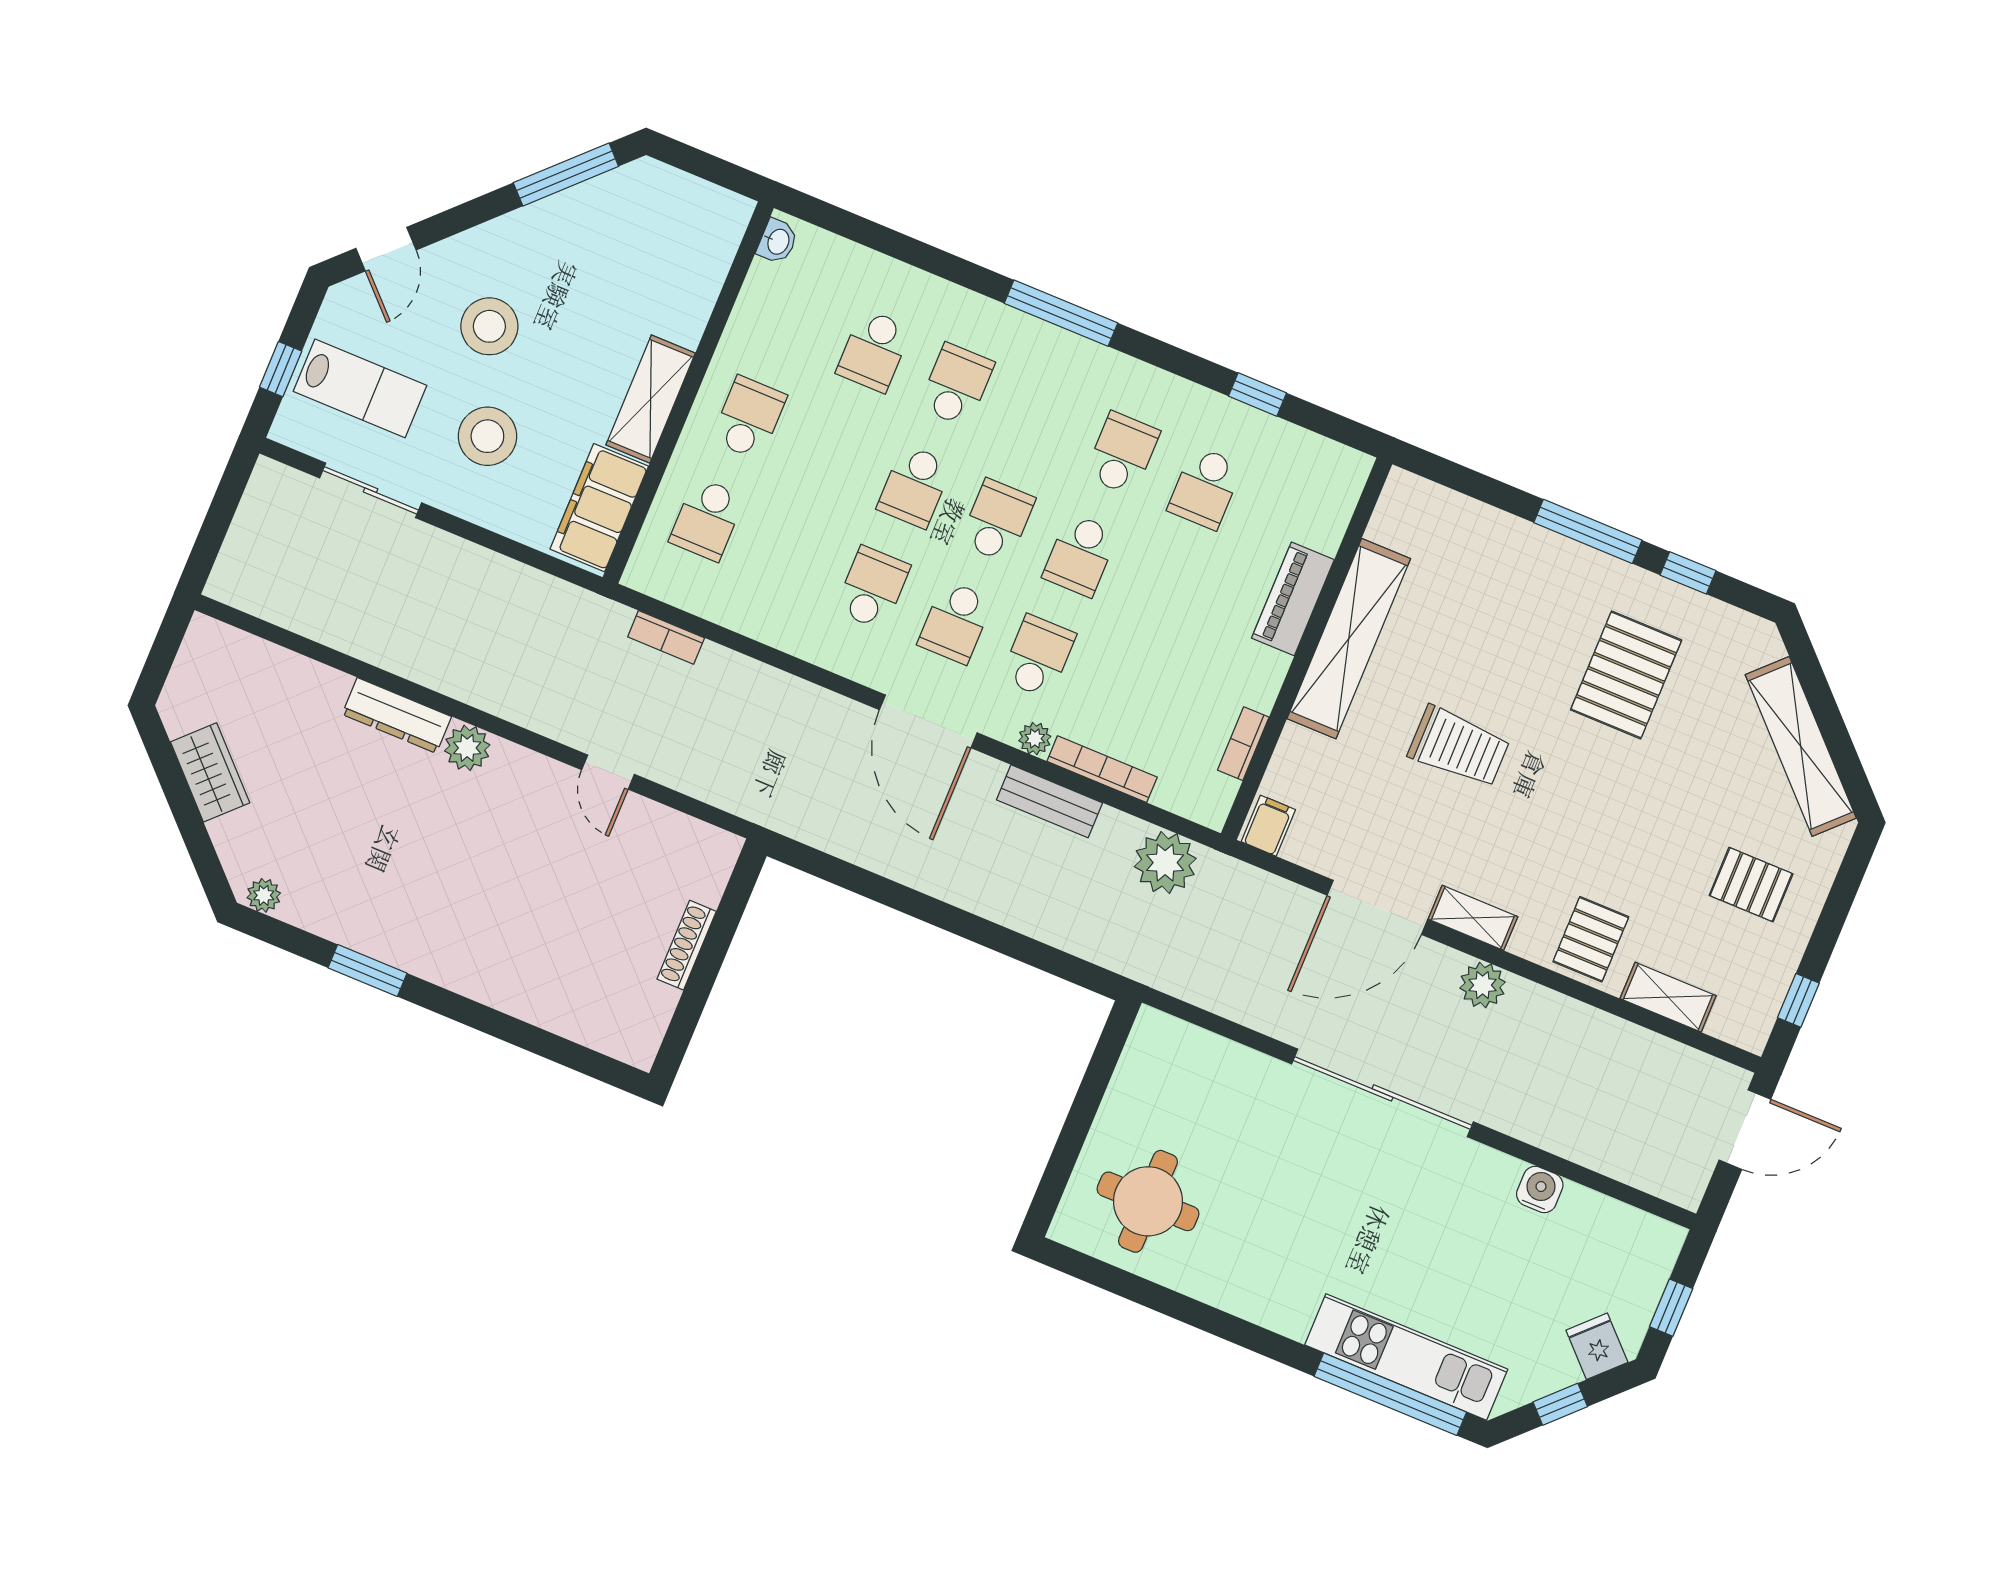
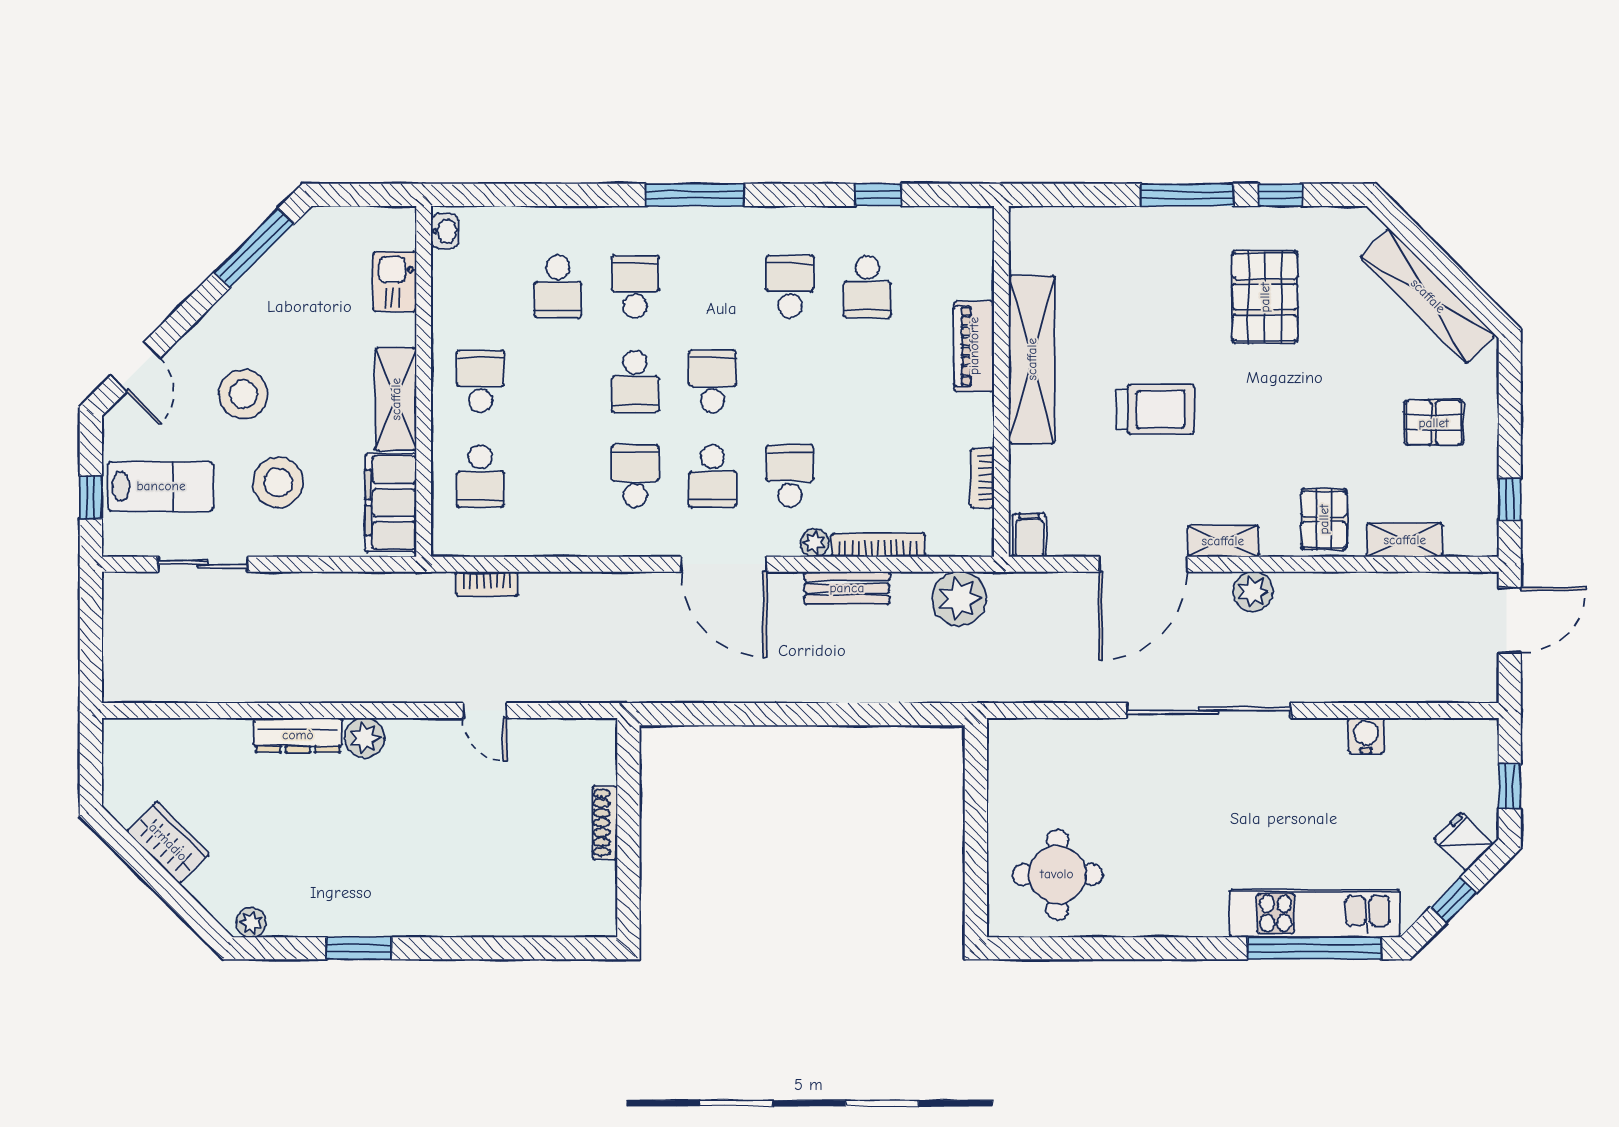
kitchen sink: (701, 273) -> (395, 282), added
school desk: (1080, 555) -> (790, 381), removed

